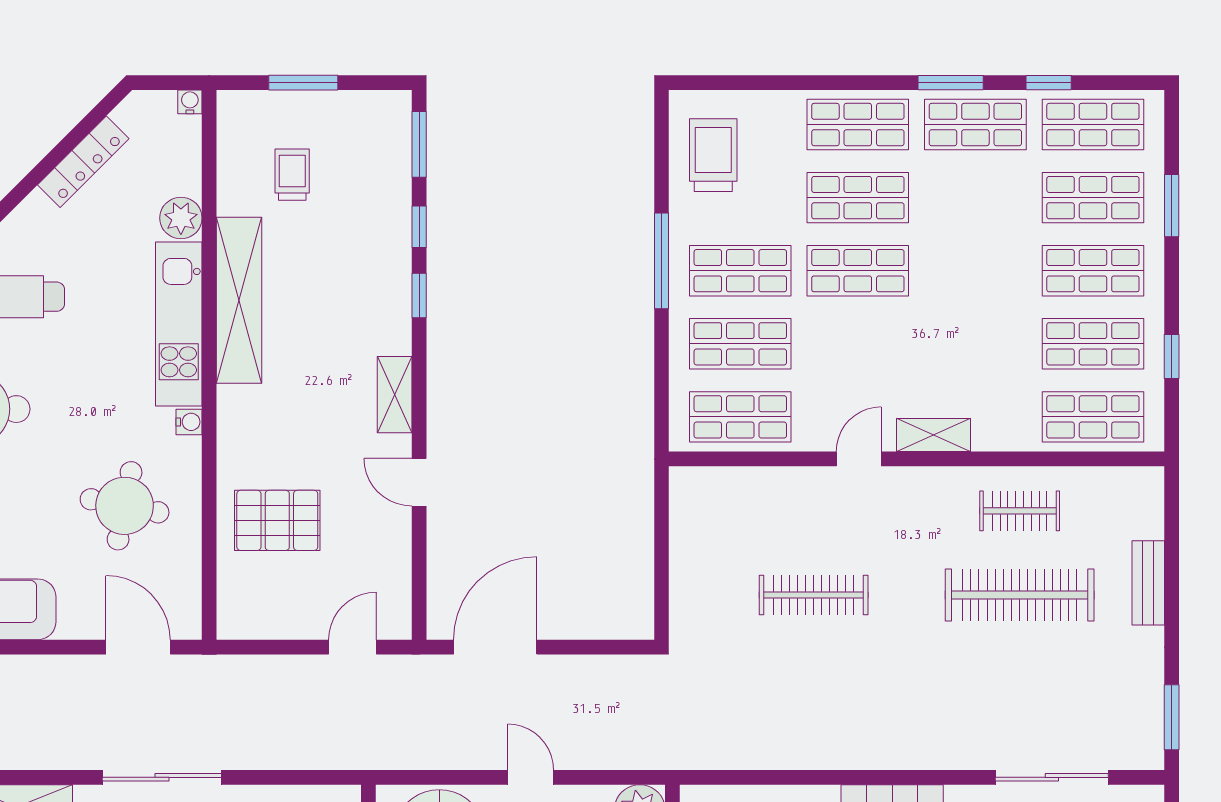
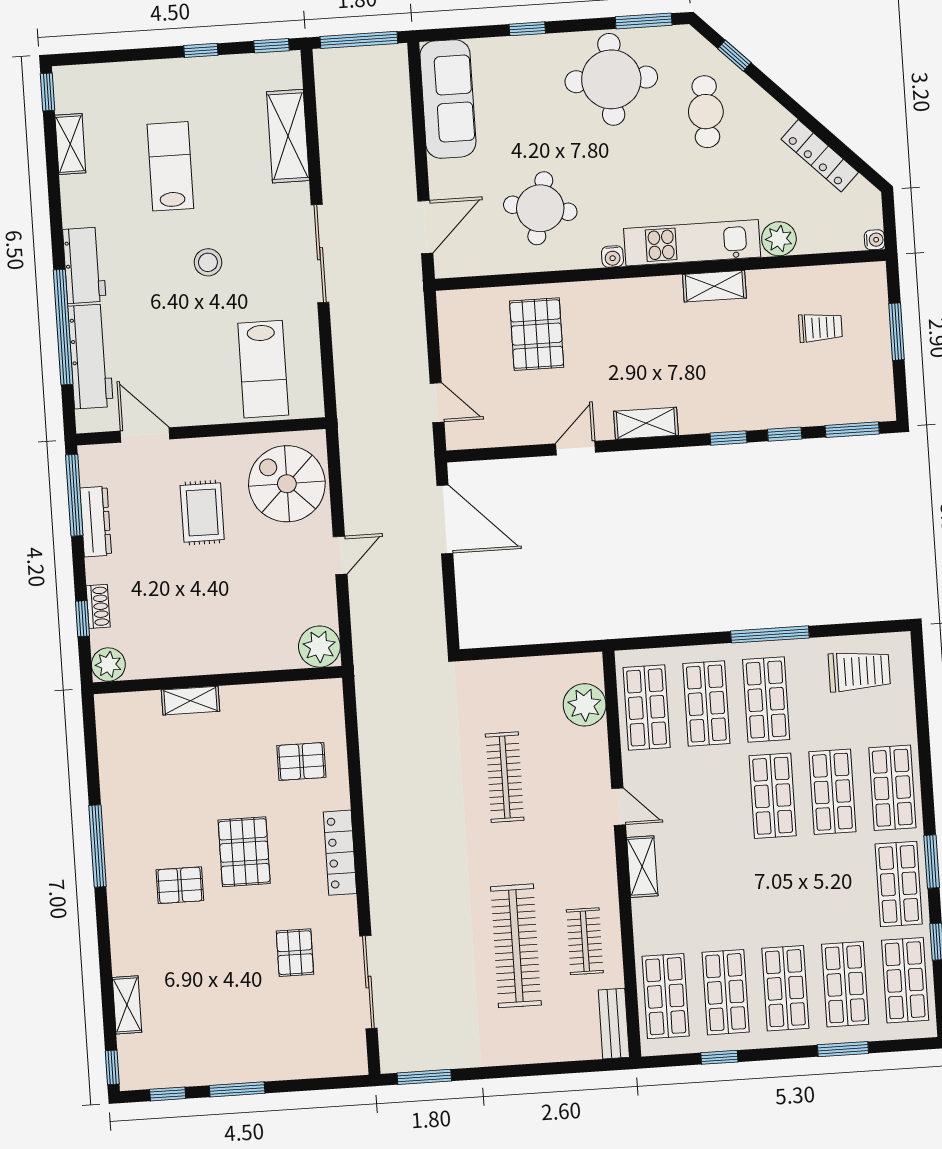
shelving: (239, 300) -> (714, 286), width x0.45, depth x0.75
plant: (732, 492) -> (585, 705), added
bench: (1148, 583) -> (614, 1024), moved, turned 90

